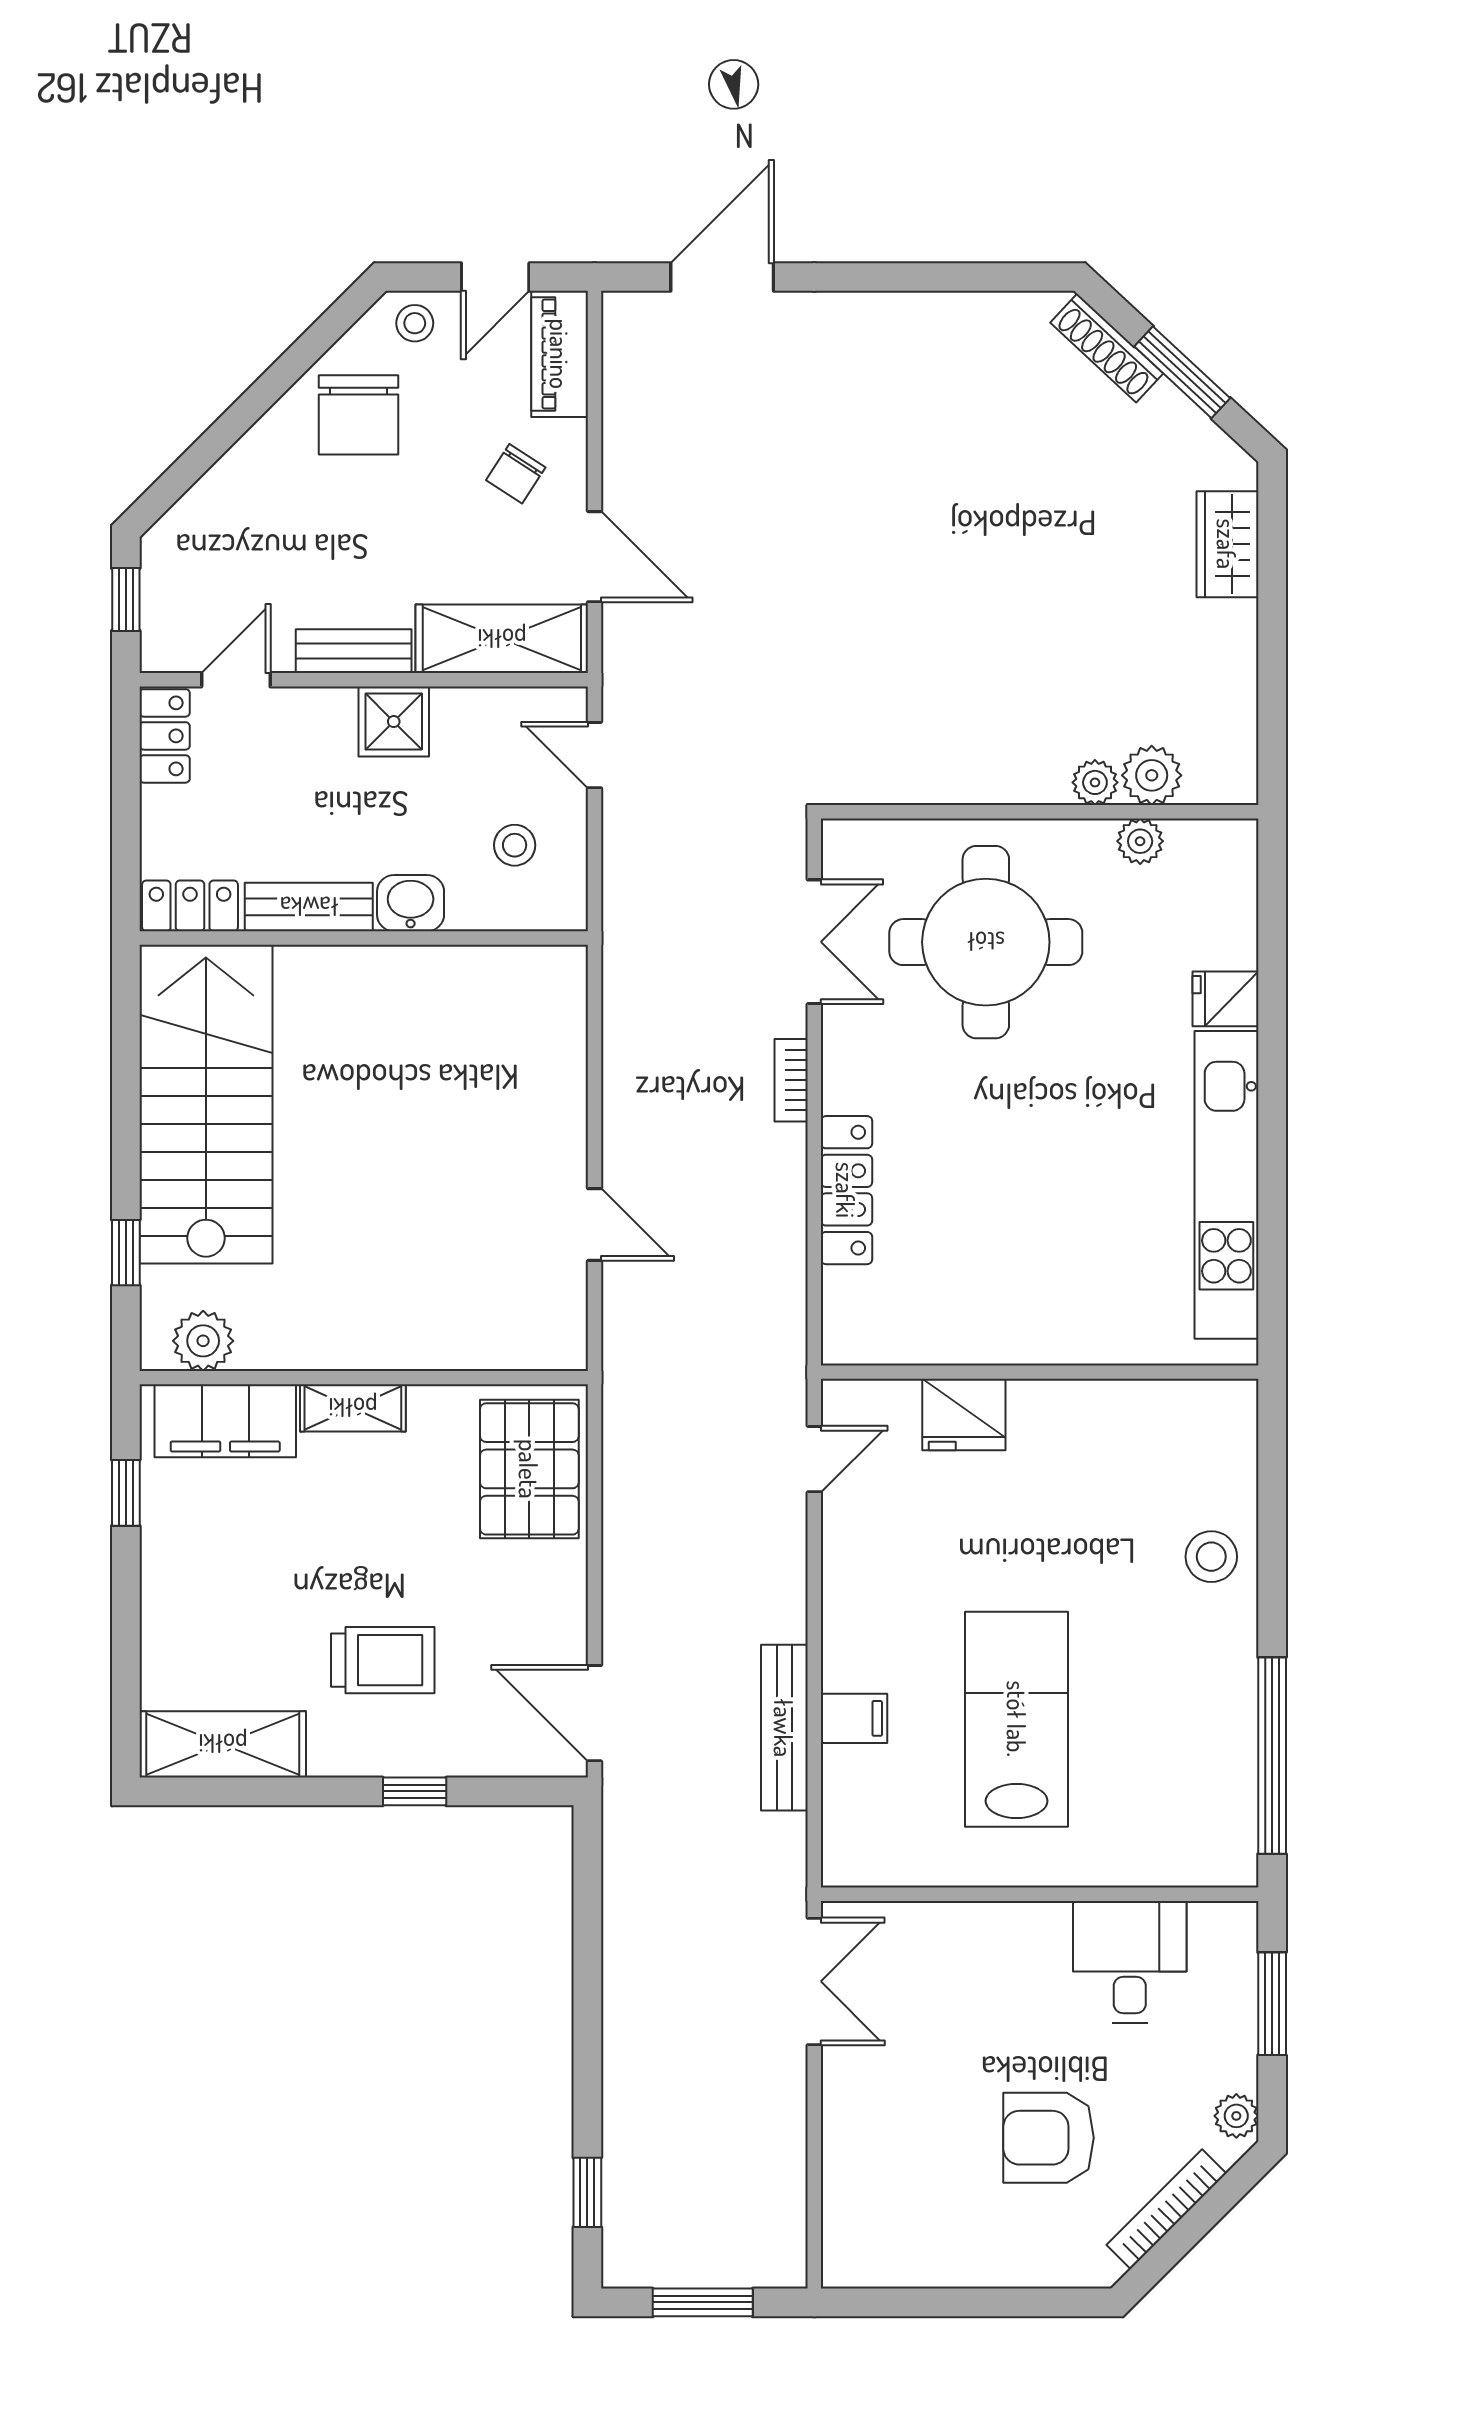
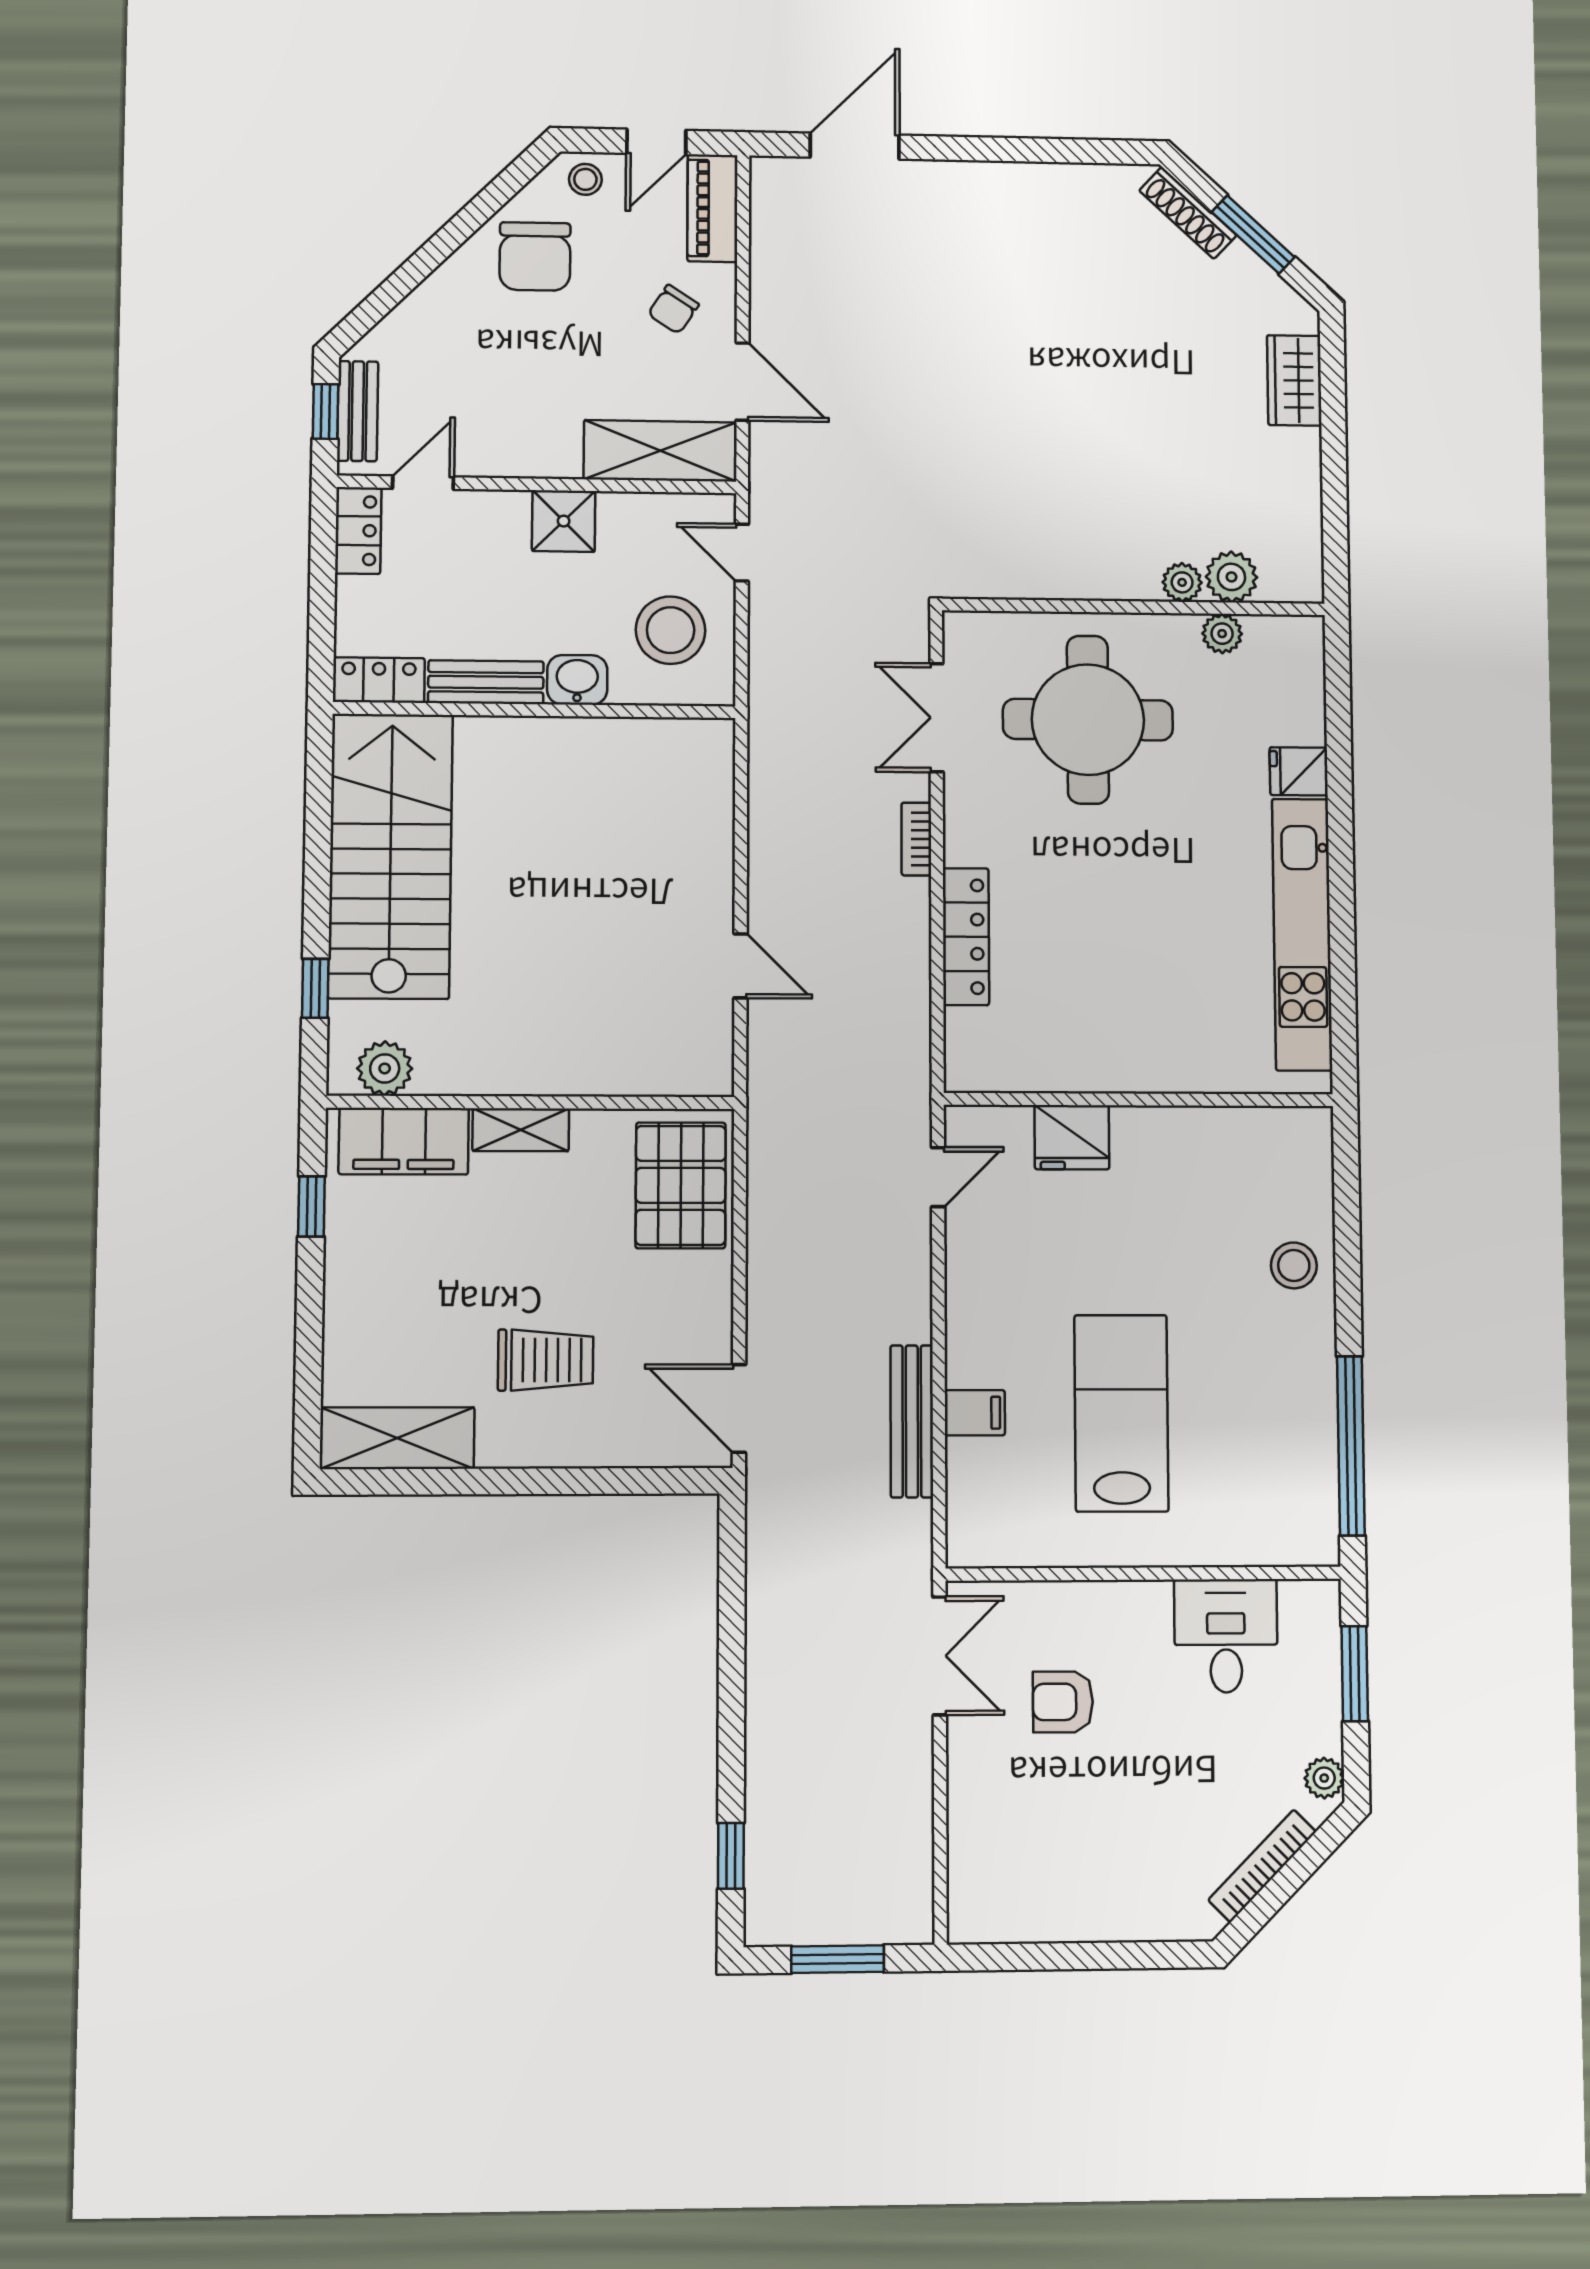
bench: (354, 651) -> (358, 411), moved, turned 90
stool: (515, 845) -> (671, 630), width x1.89, depth x1.89
double door: (814, 942) -> (937, 718), swing flipped
window: (415, 1791) -> (574, 1481), removed
armchair: (1049, 2138) -> (1063, 1702), moved, width x0.72, depth x0.72

